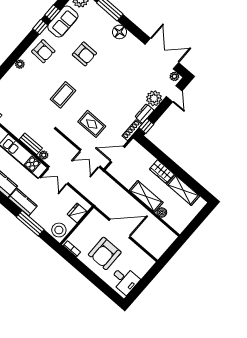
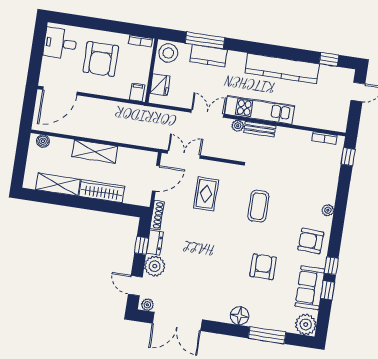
armchair: (84, 54) -> (263, 267), turned 90
rug: (92, 124) -> (206, 194), turned 90
window: (146, 126) -> (141, 246), moved
wardrobe: (162, 172) -> (102, 191), width x1.50
kitchen counter: (23, 202) -> (209, 56), moved
boiler: (162, 212) -> (43, 141), moved
filing cabinet: (95, 217) -> (137, 92), added
door: (120, 229) -> (60, 91), moved
armchair: (105, 253) -> (101, 59), turned 180

